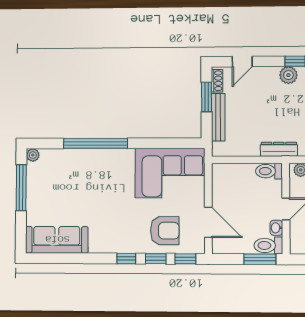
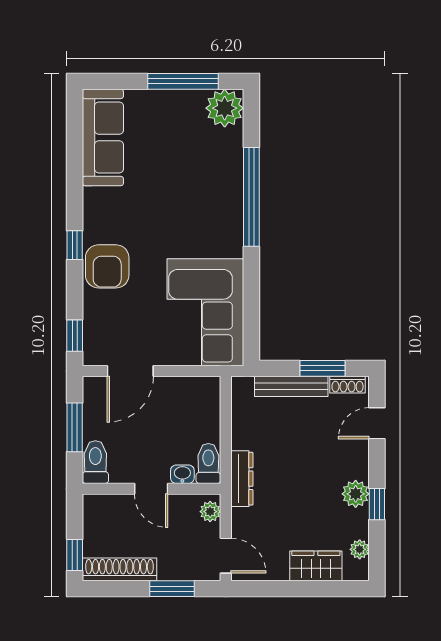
door: (242, 62) -> (377, 423), hinge flipped
plant: (33, 155) -> (225, 108), width x1.88, depth x1.88
washbasin: (276, 228) -> (182, 474), moved
armchair: (165, 231) -> (107, 266), moved
window: (156, 259) -> (75, 290), removed
window: (260, 259) -> (75, 427), moved

